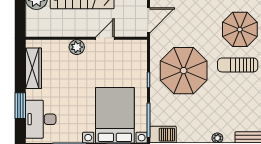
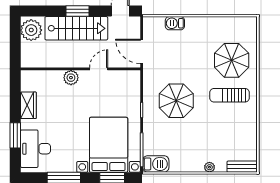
door: (148, 20) -> (142, 51), swing flipped
wardrobe: (34, 68) -> (28, 105), width x0.67
parasol: (184, 71) -> (176, 101), width x0.73, depth x0.73

